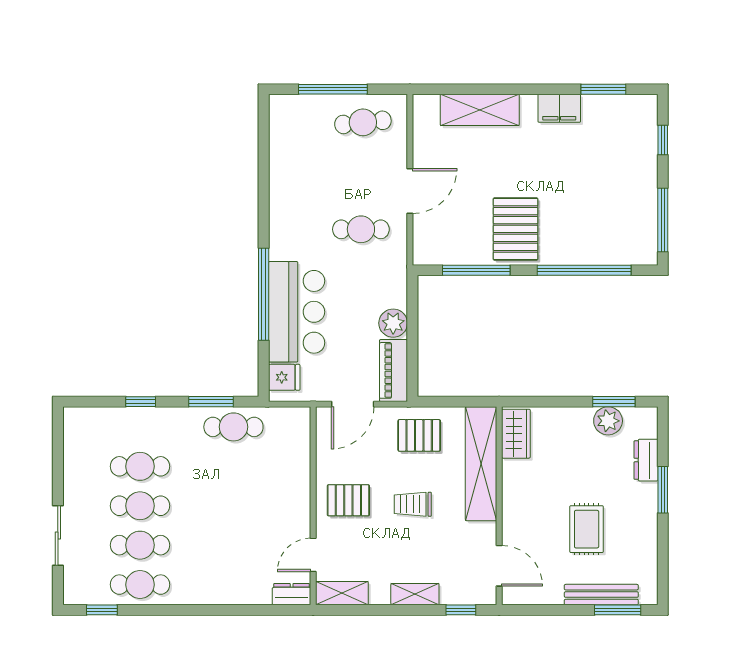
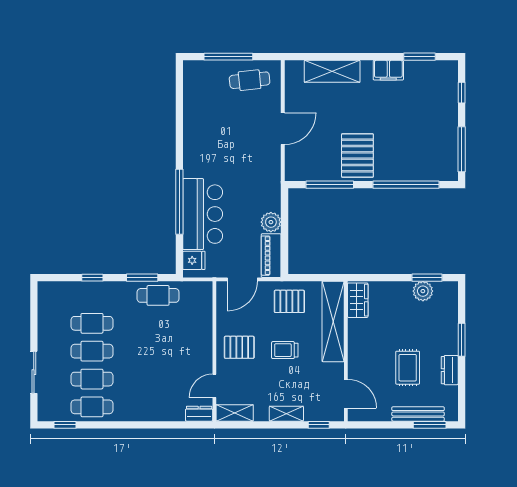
cafe table: (361, 229) -> (248, 156), removed
dresser: (646, 460) -> (450, 370), moved

